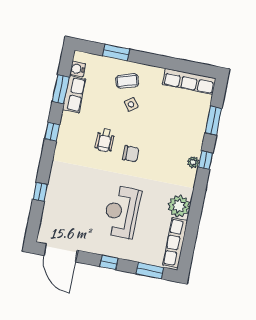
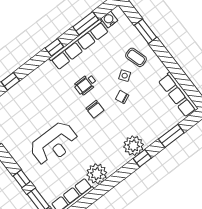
row of seats: (74, 94) -> (79, 45), width x2.02
chair: (144, 124) -> (122, 97), added
plant: (193, 162) -> (133, 146), width x1.87, depth x1.87
reception desk: (122, 212) -> (54, 144), turned 180
window: (109, 262) -> (22, 179), moved

